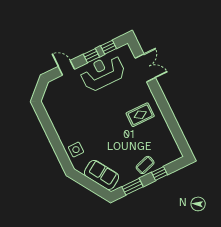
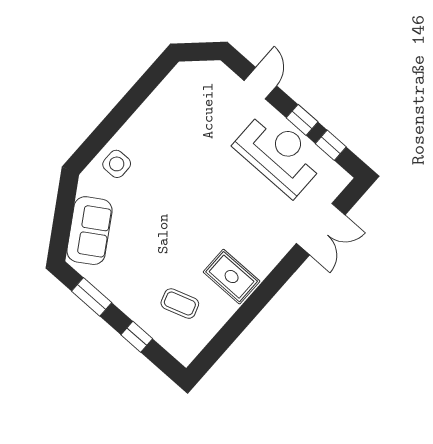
rug: (140, 115) -> (232, 277), moved
coffee table: (145, 165) -> (180, 304), moved

